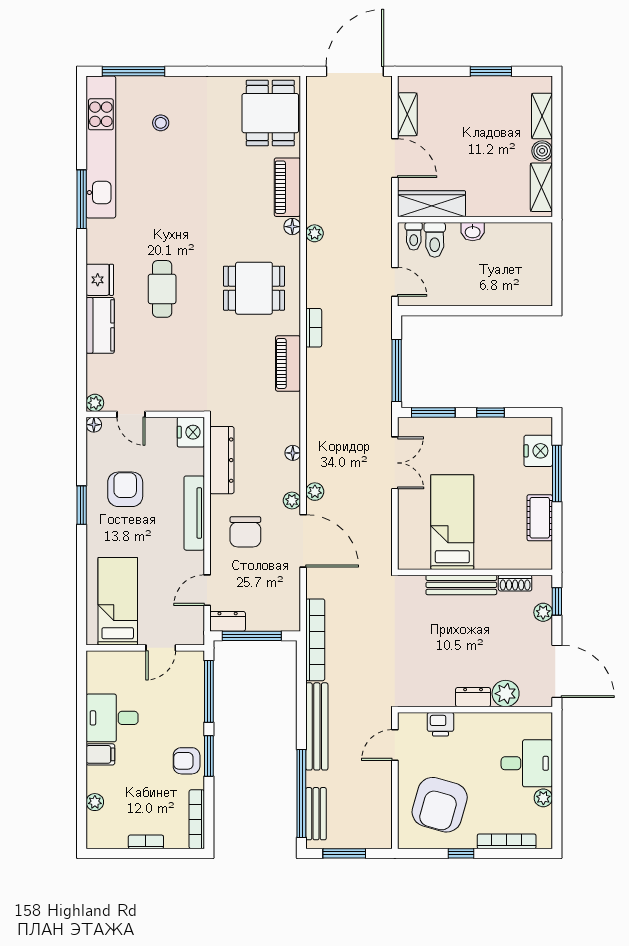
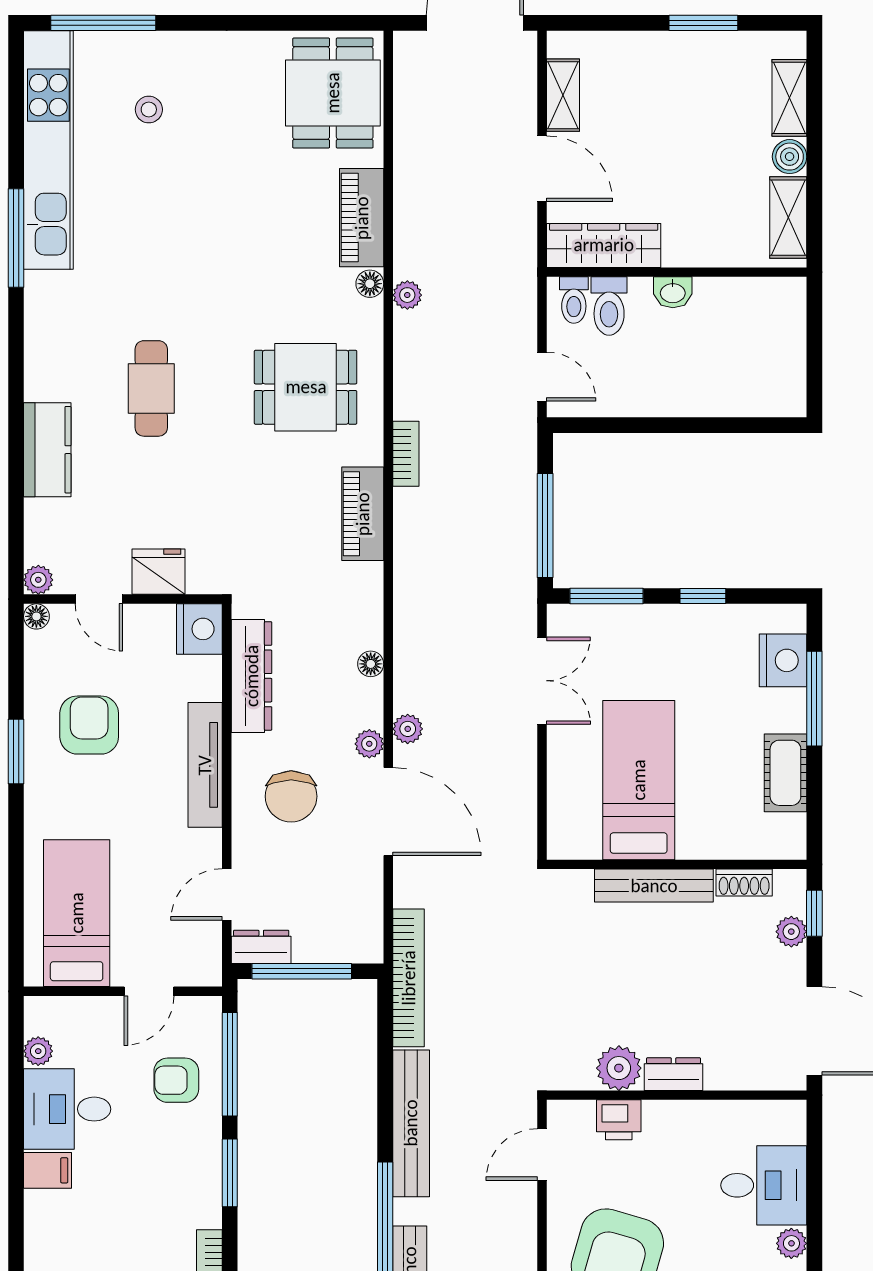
fridge: (100, 280) -> (158, 572), moved, turned -90
plant: (506, 694) -> (619, 1068), moved
armchair: (187, 761) -> (176, 1080), moved
plant: (95, 802) -> (38, 1051), moved

